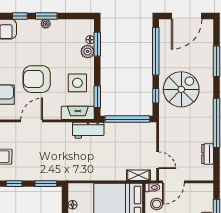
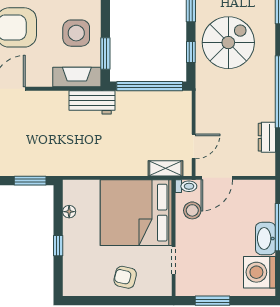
door: (158, 160) -> (194, 146), hinge flipped

